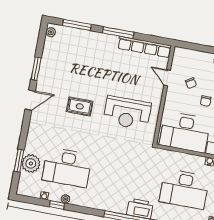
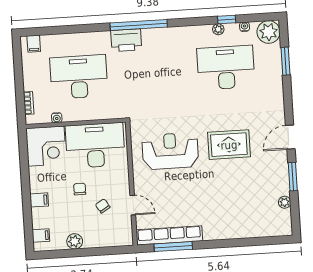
window: (77, 25) -> (257, 241), removed
plant: (51, 32) -> (285, 202), moved
window: (118, 33) -> (173, 247), moved
rug: (80, 106) -> (229, 145), width x1.36, depth x1.43
plant: (31, 164) -> (269, 32), moved

